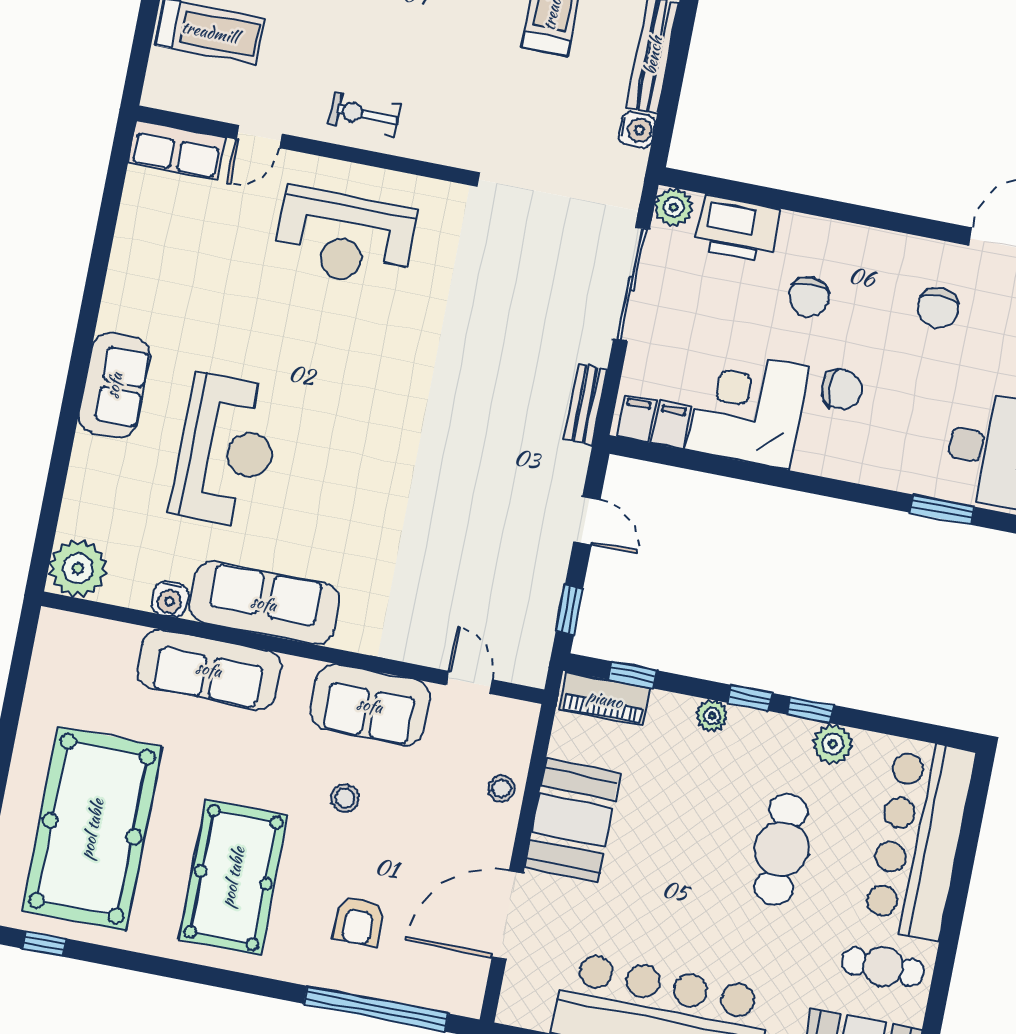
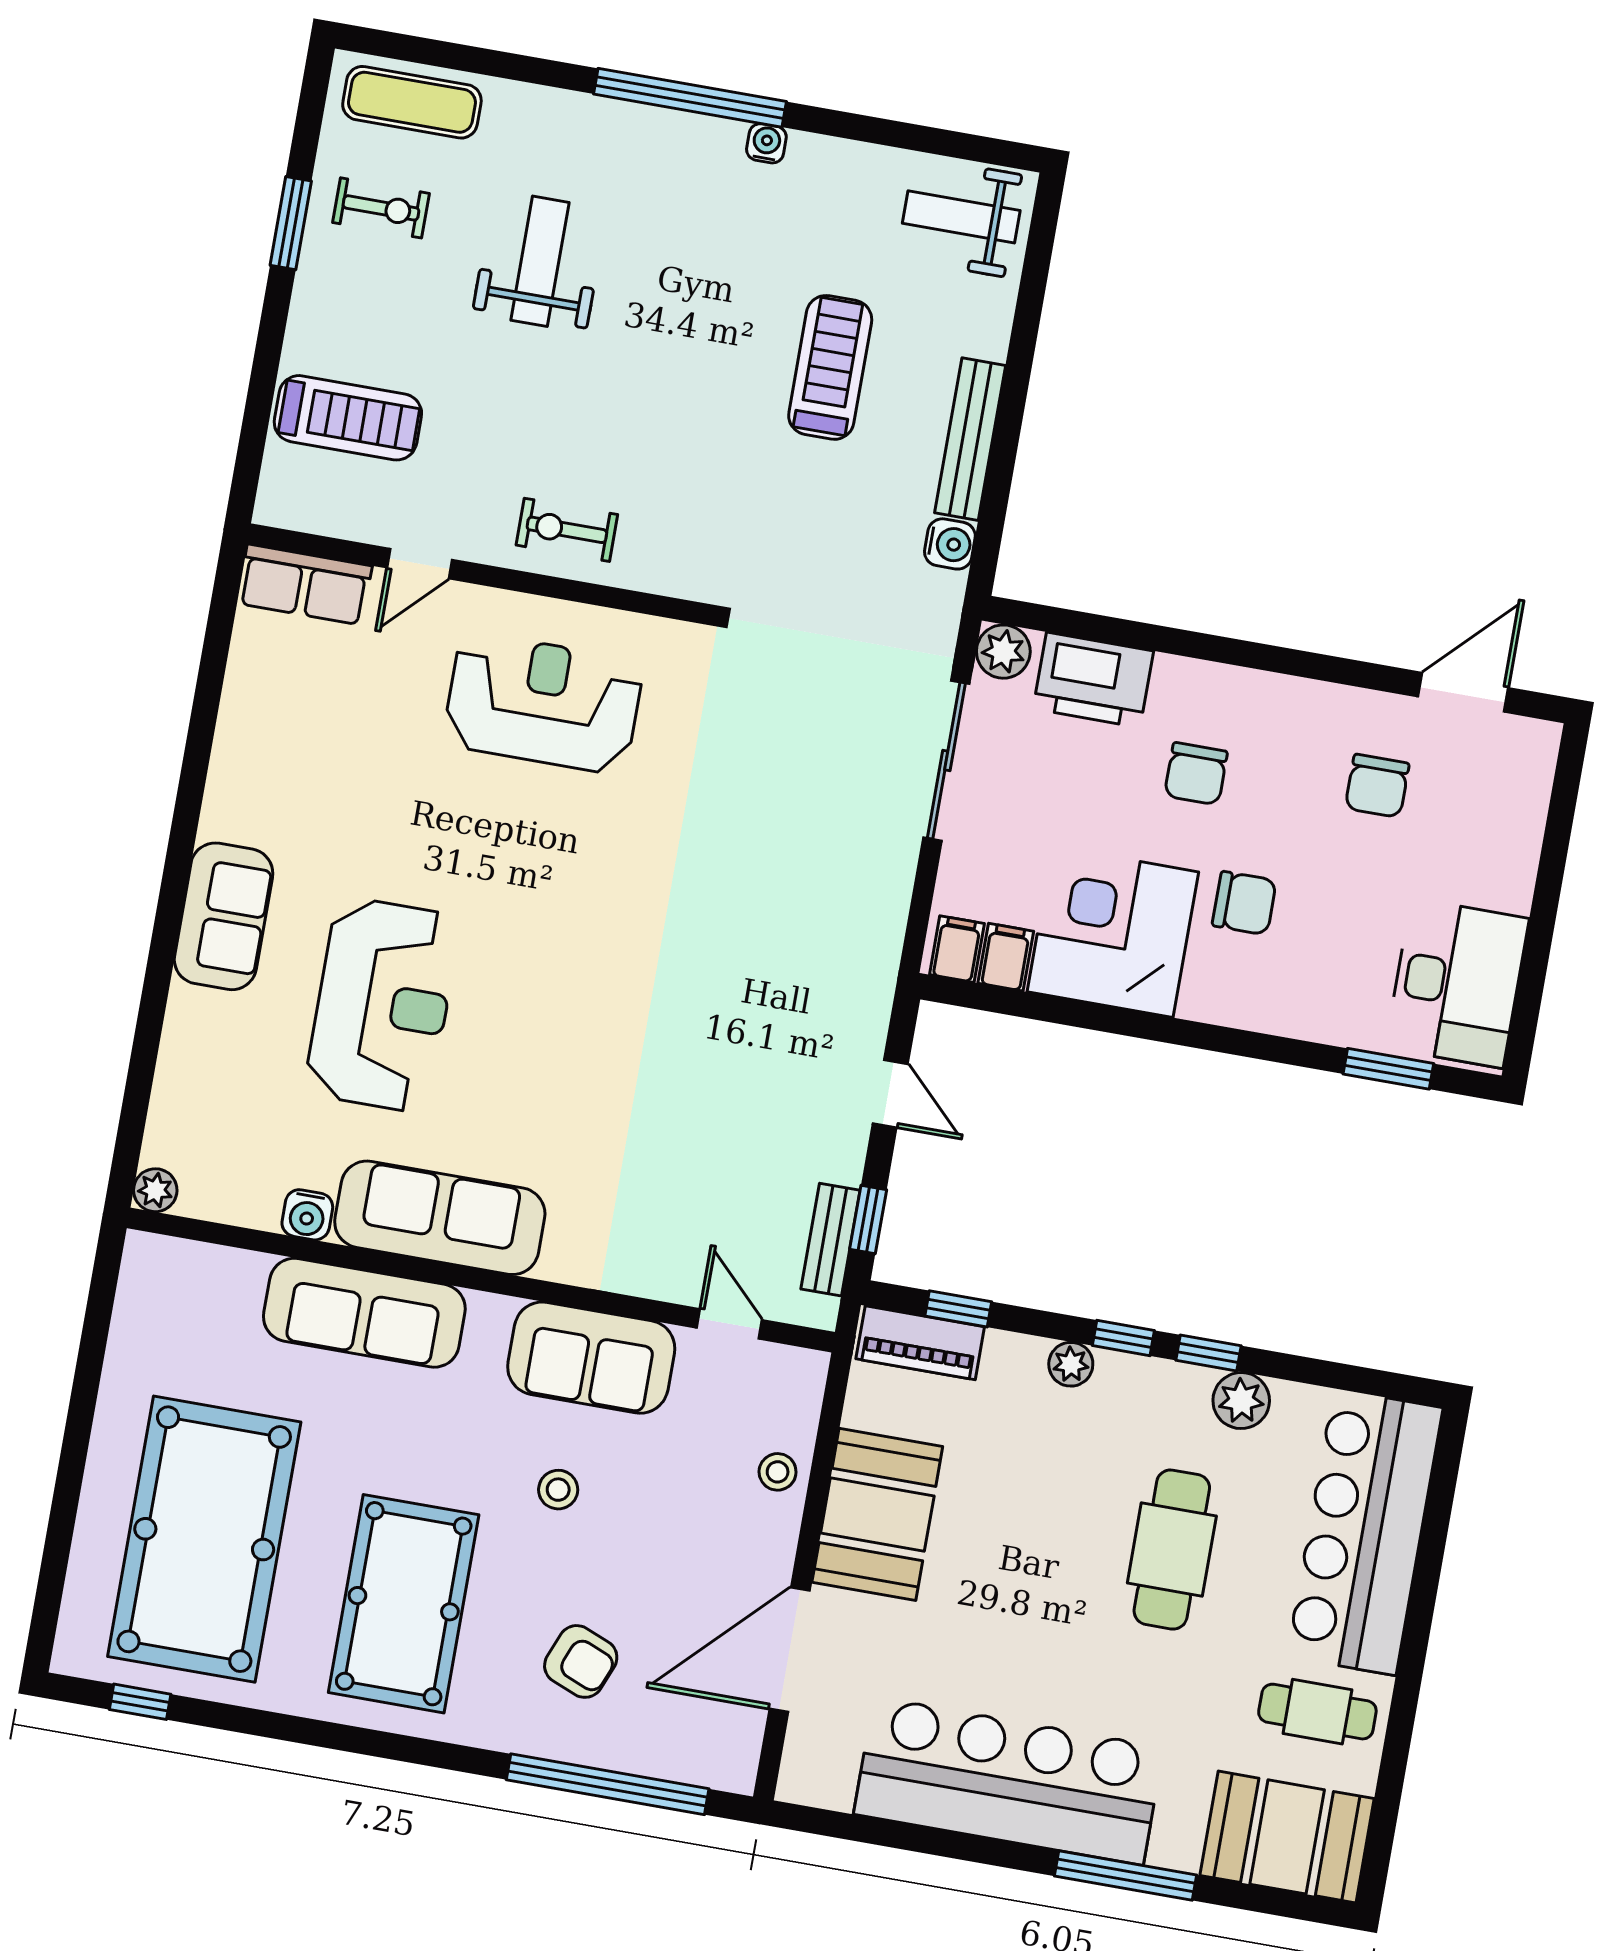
reception desk: (345, 237) -> (543, 703), turned 180
bench: (585, 404) -> (831, 1240), moved
plant: (78, 569) -> (155, 1190), width x0.53, depth x0.53
armchair: (359, 921) -> (581, 1661), turned -68

